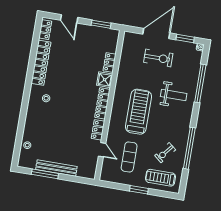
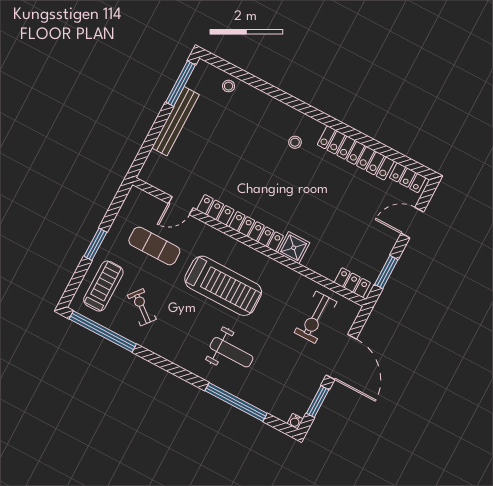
exercise bike: (158, 58) -> (316, 317), moved
locker: (110, 63) -> (352, 283), moved
weight bench: (174, 95) -> (231, 352), turned -90
window: (189, 148) -> (103, 332), moved
window: (45, 174) -> (180, 84), moved

